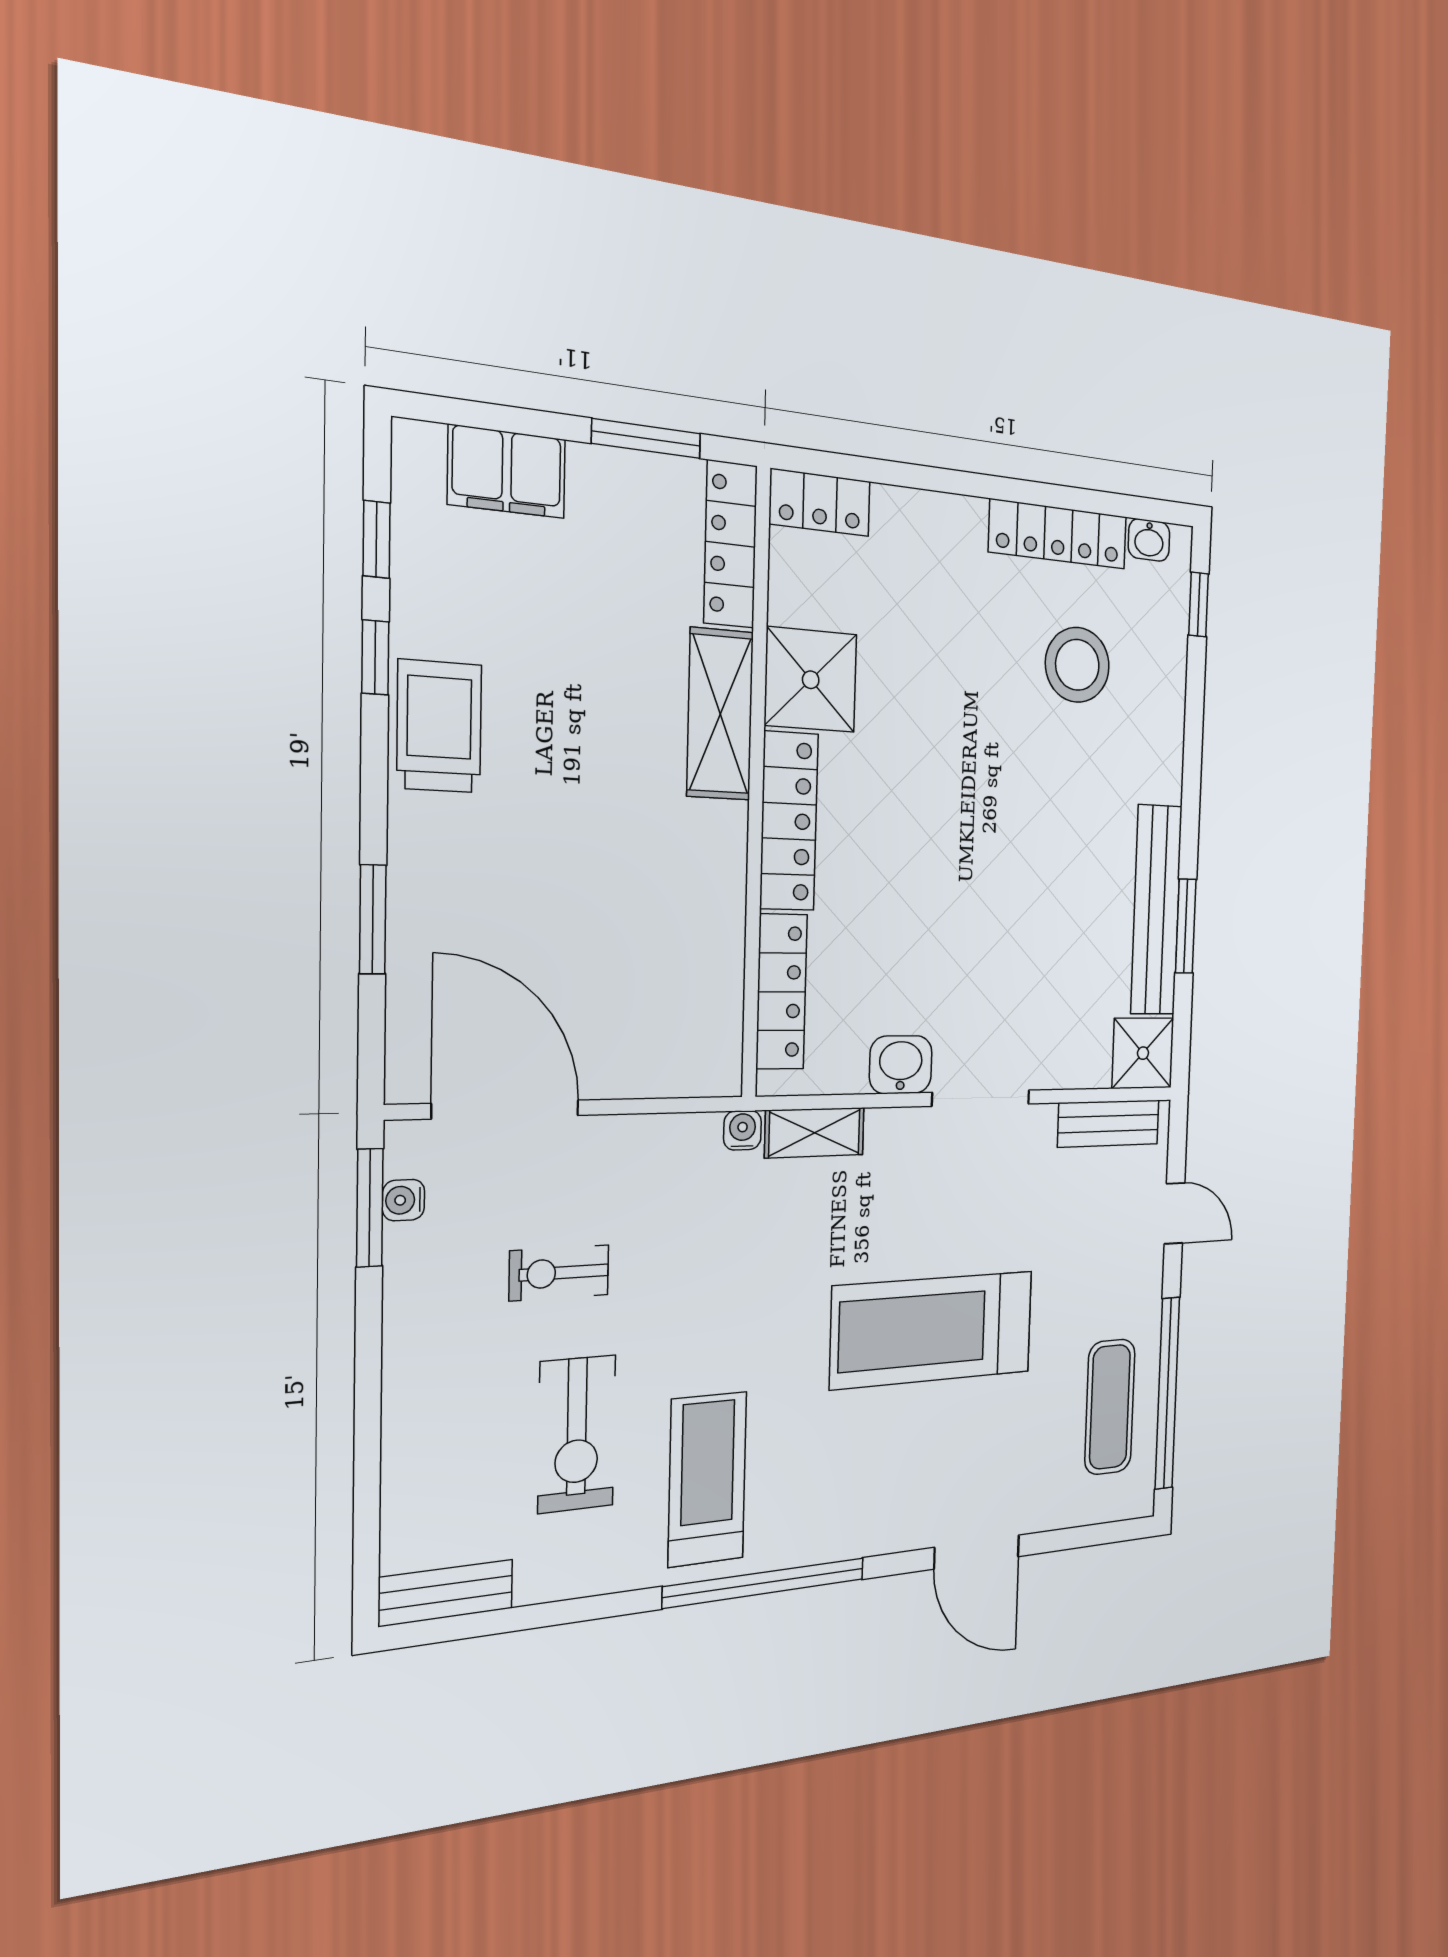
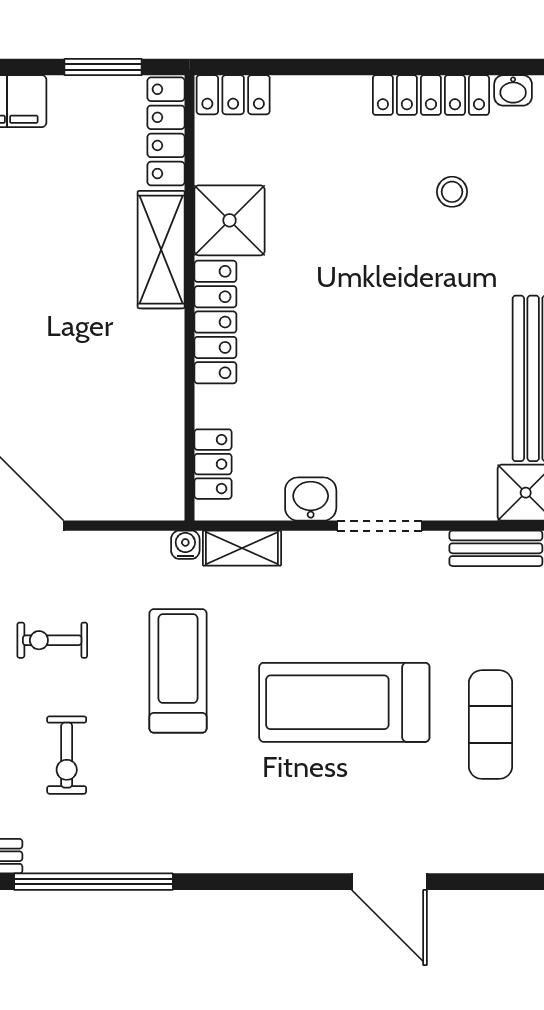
stool: (1077, 665) -> (452, 192), width x0.53, depth x0.53
locker: (782, 992) -> (213, 464), width x0.66
exercise mat: (1110, 1407) -> (491, 725), moved
exercise bike: (577, 1434) -> (67, 755), width x0.73, depth x0.72
treadmill: (707, 1479) -> (178, 671), moved
window: (765, 1583) -> (93, 882), moved

